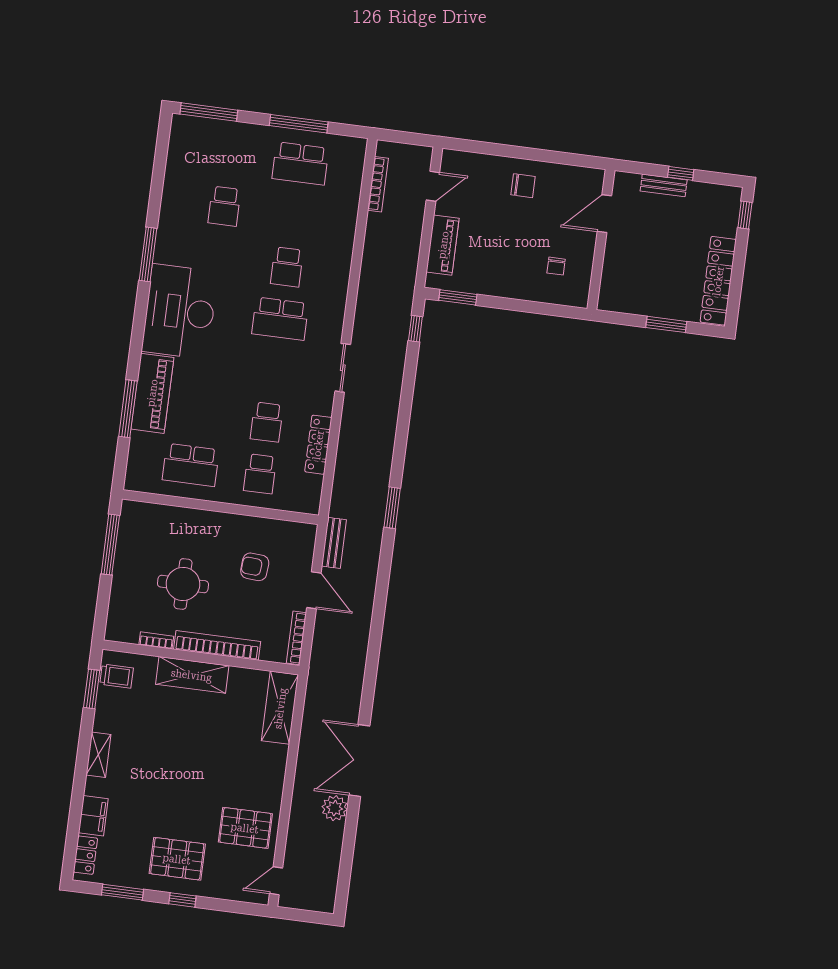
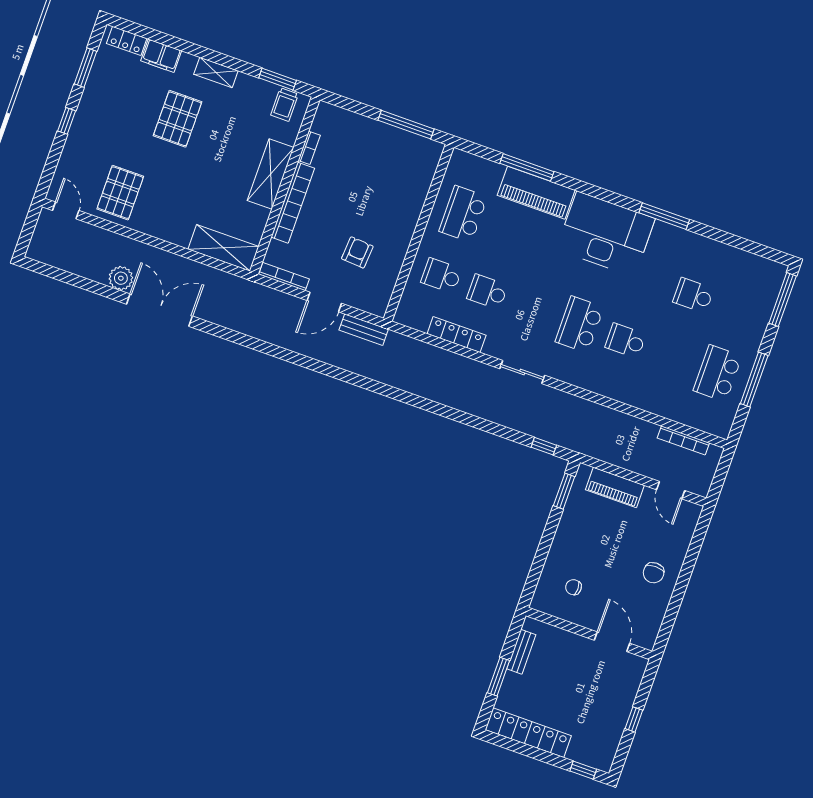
bench: (664, 185) -> (521, 652), moved
window: (392, 508) -> (384, 390), removed
round table: (183, 584) -> (356, 183), removed
pallet: (177, 859) -> (178, 119), moved

